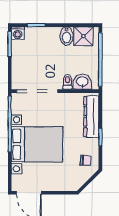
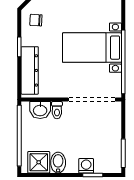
washing machine: (18, 33) -> (86, 166), moved
bed with nightstands: (37, 144) -> (92, 48), width x0.73

